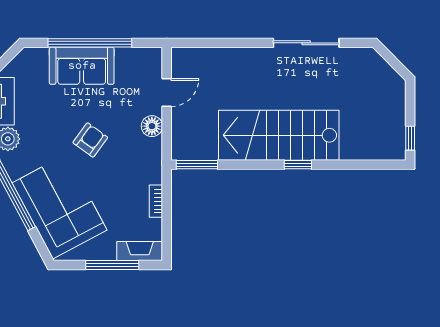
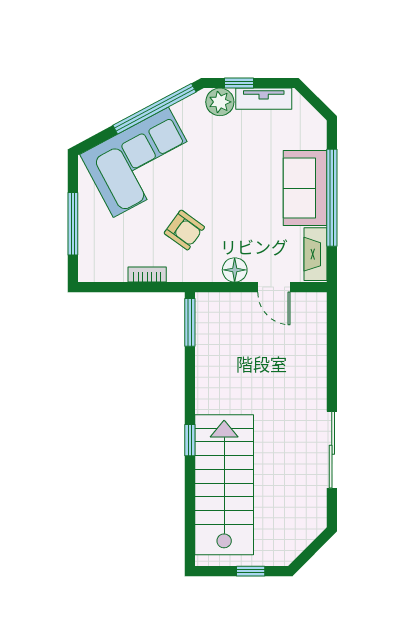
stairs: (279, 135) -> (224, 485), moved
window: (410, 138) -> (251, 571), moved
armchair: (90, 140) -> (184, 230), moved
fireplace: (140, 251) -> (316, 254), moved, turned 180

